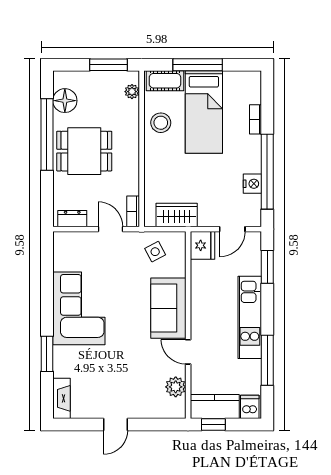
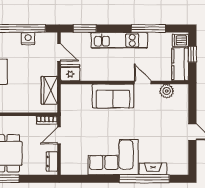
side table: (155, 252) -> (74, 105), removed
door: (188, 352) -> (143, 82), swing flipped
window: (47, 354) -> (144, 179), width x2.11
fireplace: (61, 398) -> (153, 169), moved
window: (213, 425) -> (192, 54), moved

